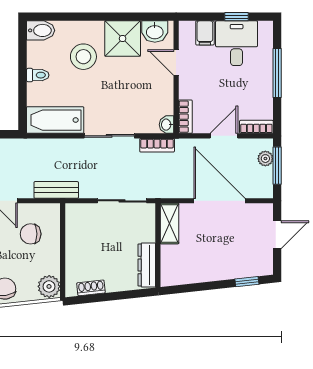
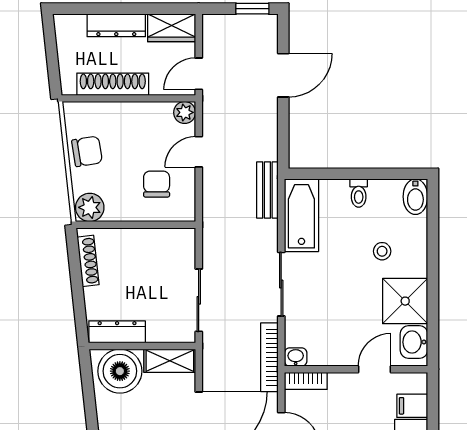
stool: (83, 57) -> (382, 251), width x0.53, depth x0.53
bookcase: (157, 145) -> (269, 357), width x1.56
bench: (56, 190) -> (267, 190), moved
boiler: (178, 263) -> (120, 371), added
shoe rack: (91, 288) -> (88, 261), width x1.43

